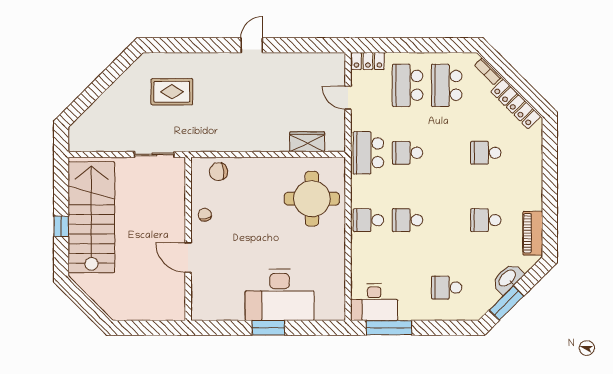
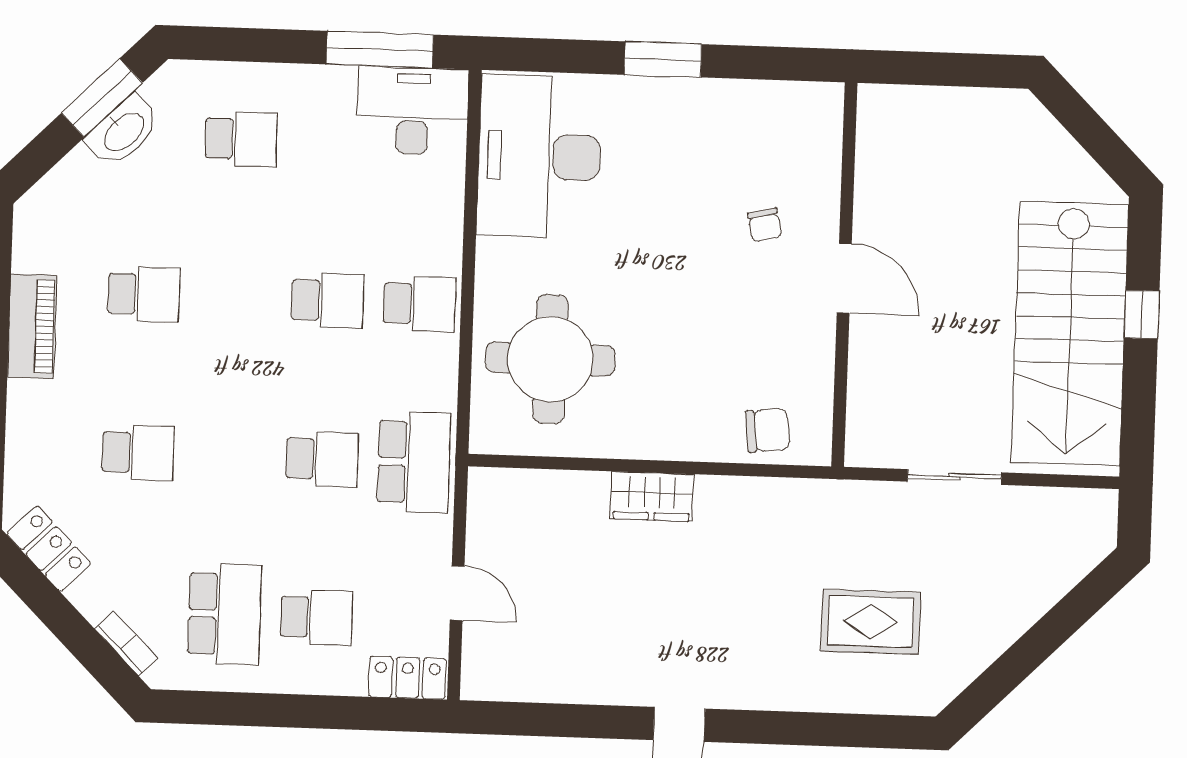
school desk: (408, 85) -> (316, 617), width x0.54
locker: (516, 104) -> (49, 549), width x0.66
wardrobe: (307, 142) -> (652, 496), moved
sliding door: (154, 154) -> (954, 477), moved
chair: (205, 215) -> (765, 225), moved
piano: (533, 233) -> (32, 326), moved
door: (188, 258) -> (844, 278), moved
washbasin: (508, 278) -> (123, 131), moved
desk: (280, 295) -> (539, 156), moved, turned -90

